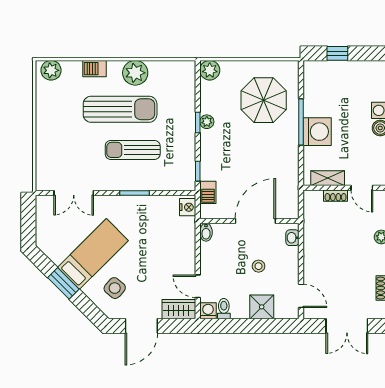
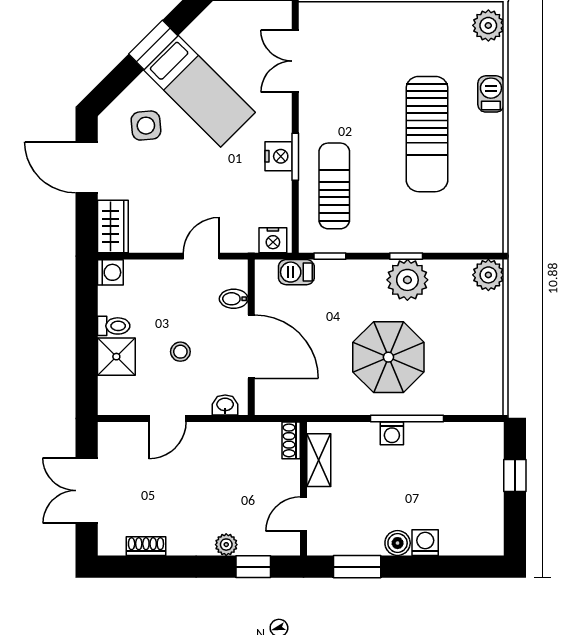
plant: (135, 73) -> (484, 158), removed
parasol: (264, 100) -> (388, 357), moved
plant: (207, 122) -> (407, 280), width x1.88, depth x1.88
washing machine: (317, 132) -> (392, 433), width x0.53, depth x0.53
sun lounger: (133, 150) -> (334, 186), moved
shoe rack: (336, 196) -> (291, 440), moved
nightstand: (134, 204) -> (279, 156), added
bidet: (206, 232) -> (234, 299), moved
door: (198, 286) -> (201, 256), moved
side table: (115, 288) -> (146, 126), turned 45
door: (301, 296) -> (167, 418), moved
toilet: (224, 309) -> (114, 326), moved

